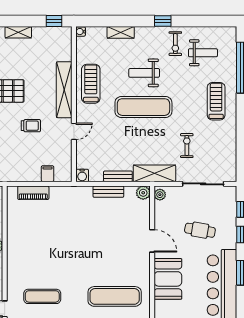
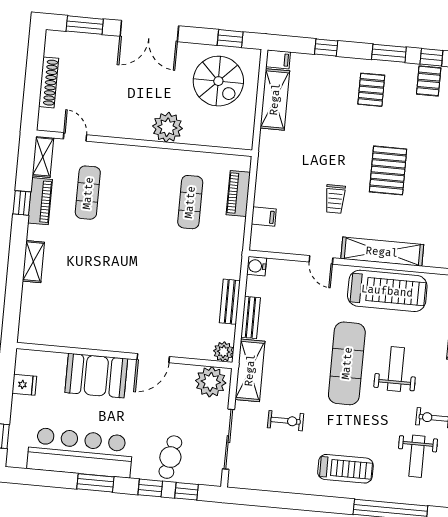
treadmill: (91, 84) -> (387, 291), width x1.37, depth x1.38
plant: (160, 195) -> (211, 382), width x1.87, depth x1.87
cafe table: (200, 230) -> (170, 457), moved
exercise mat: (115, 296) -> (190, 202), moved, width x0.73, depth x0.69

